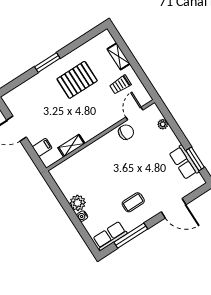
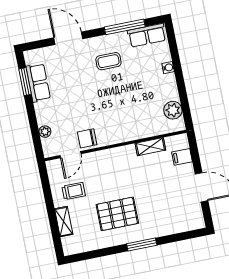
plant: (78, 203) -> (173, 110), moved

